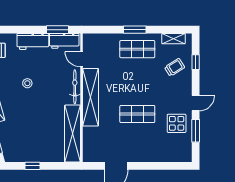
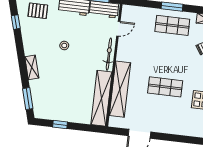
door: (82, 59) -> (118, 29), swing flipped
shelving: (91, 97) -> (120, 89), moved

